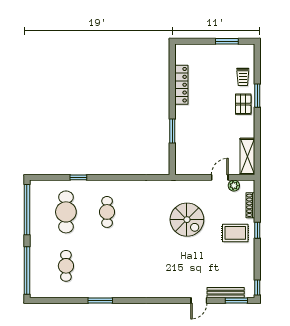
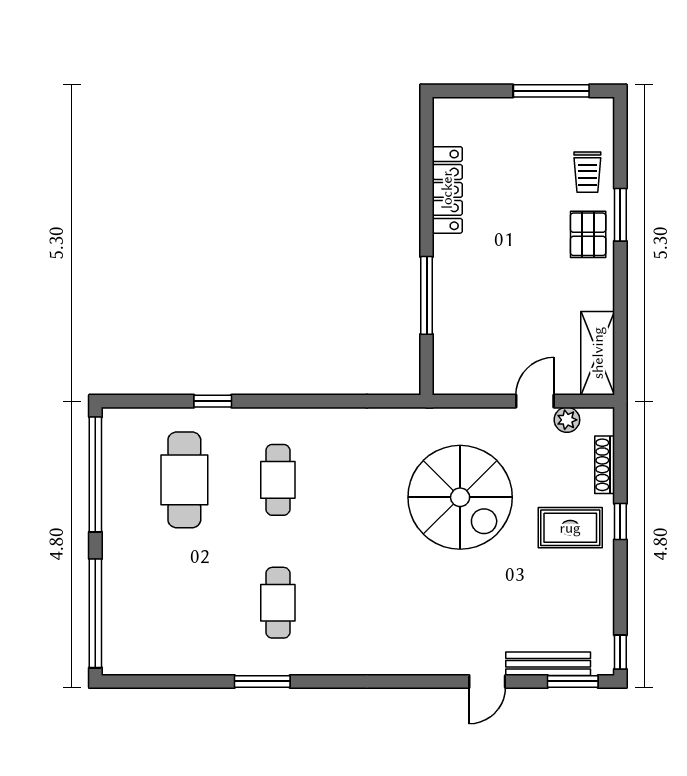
window: (227, 41) -> (551, 91), width x1.44
window: (172, 131) -> (427, 295), width x1.44
spiral stairs: (187, 220) -> (460, 497), width x1.37, depth x1.37
cafe table: (66, 266) -> (278, 603), moved

